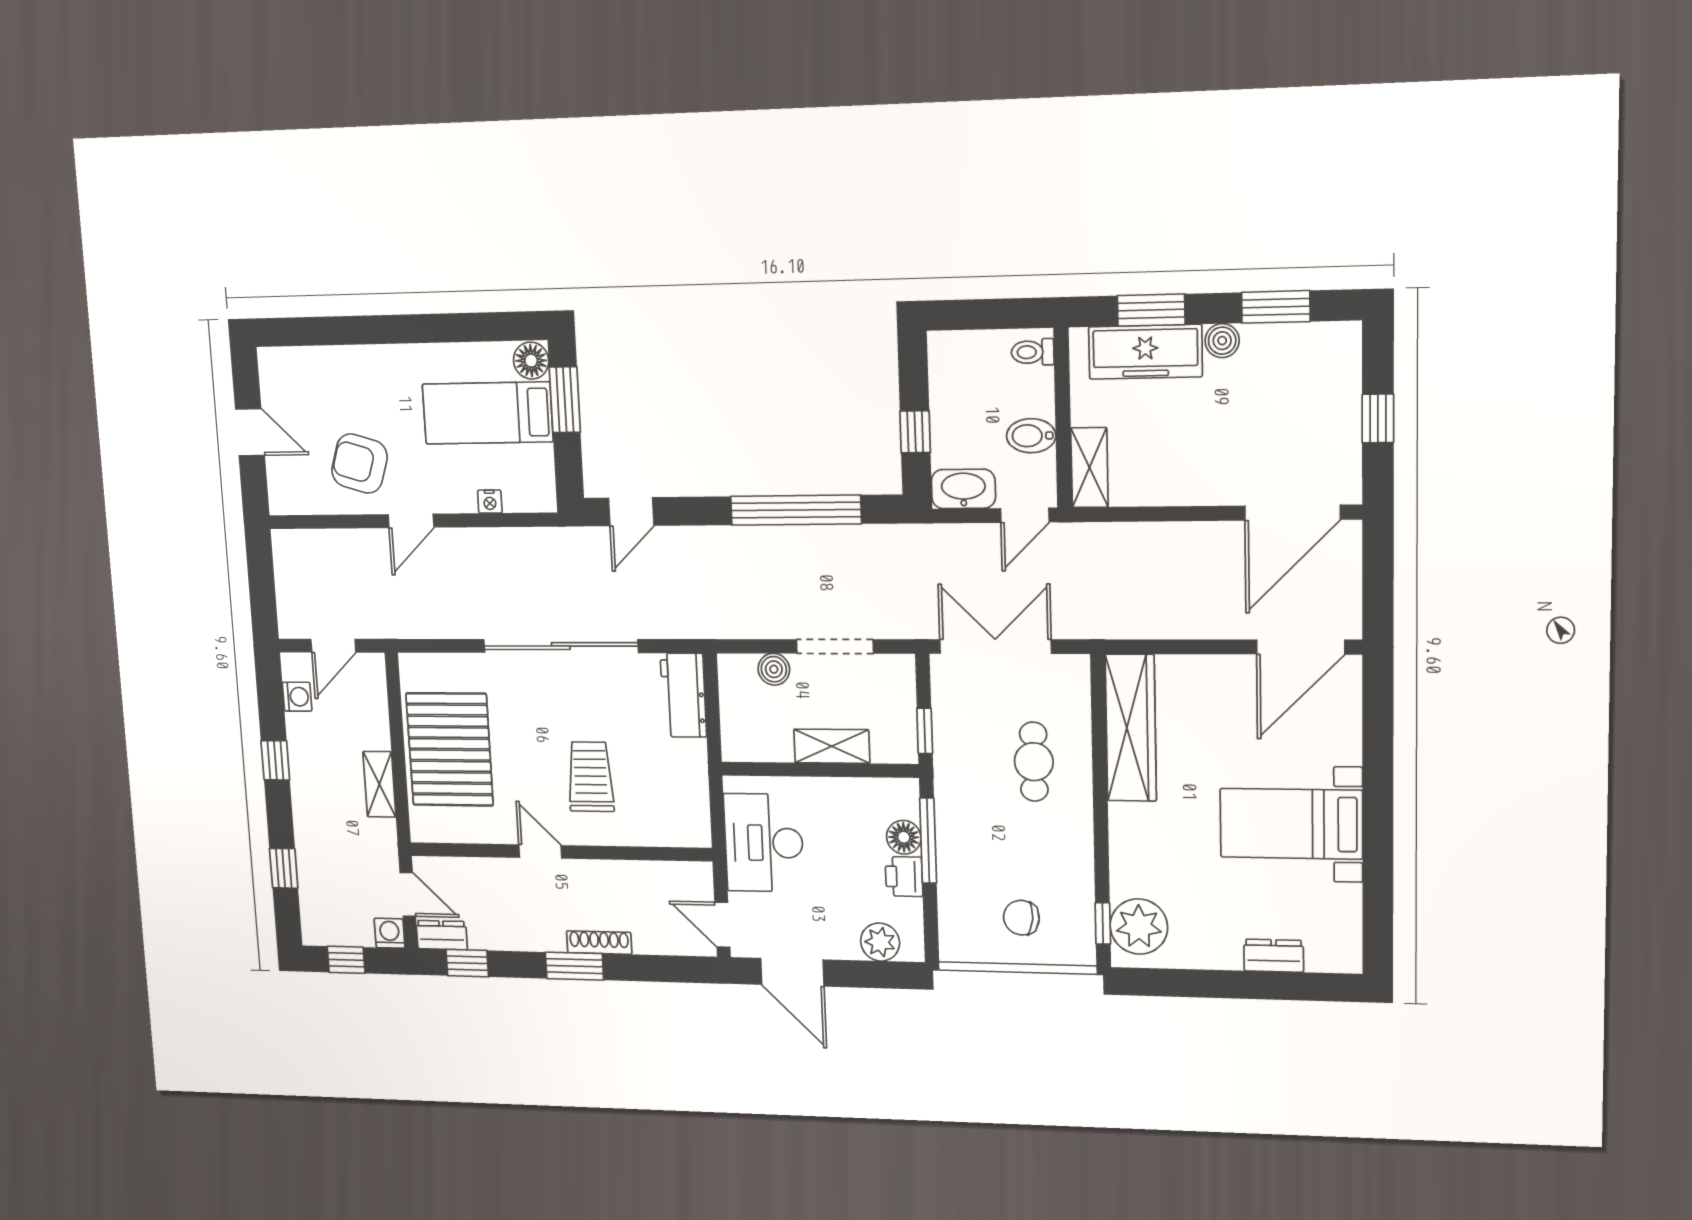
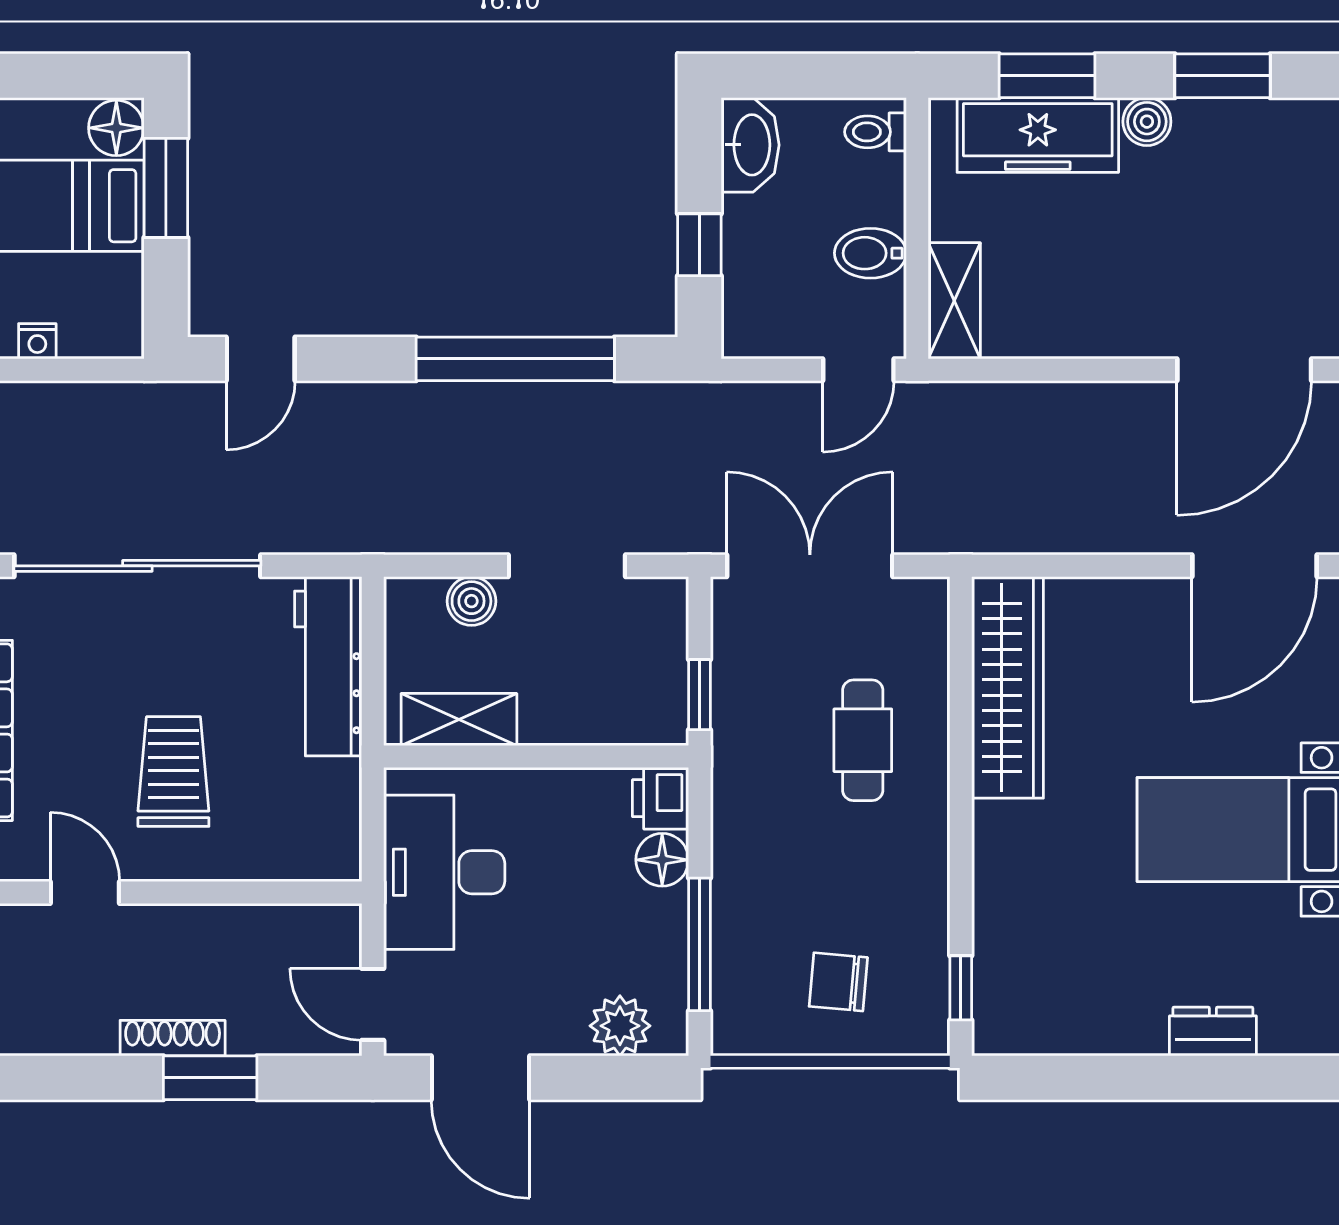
washbasin: (963, 489) -> (750, 145), moved, turned 90
workbench: (683, 695) -> (328, 666), width x1.38
shelving: (832, 746) -> (459, 719), moved
window: (928, 841) -> (699, 944), moved
printer: (904, 877) -> (661, 798), moved
plant: (1139, 927) -> (1015, 991), removed
window: (574, 966) -> (210, 1078), moved

